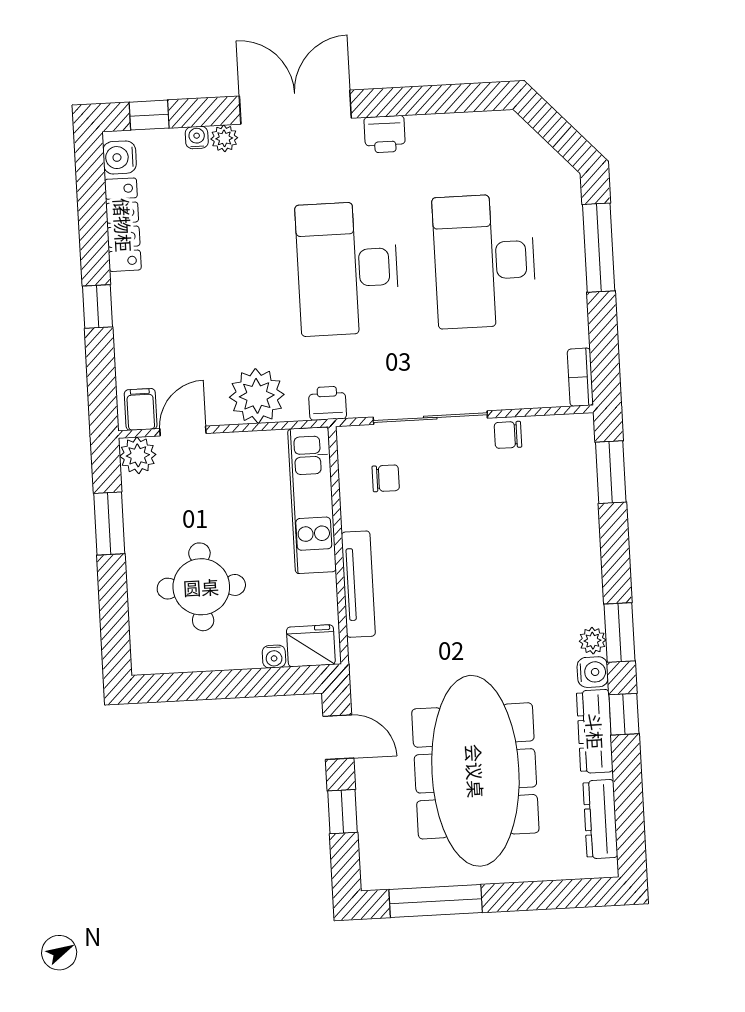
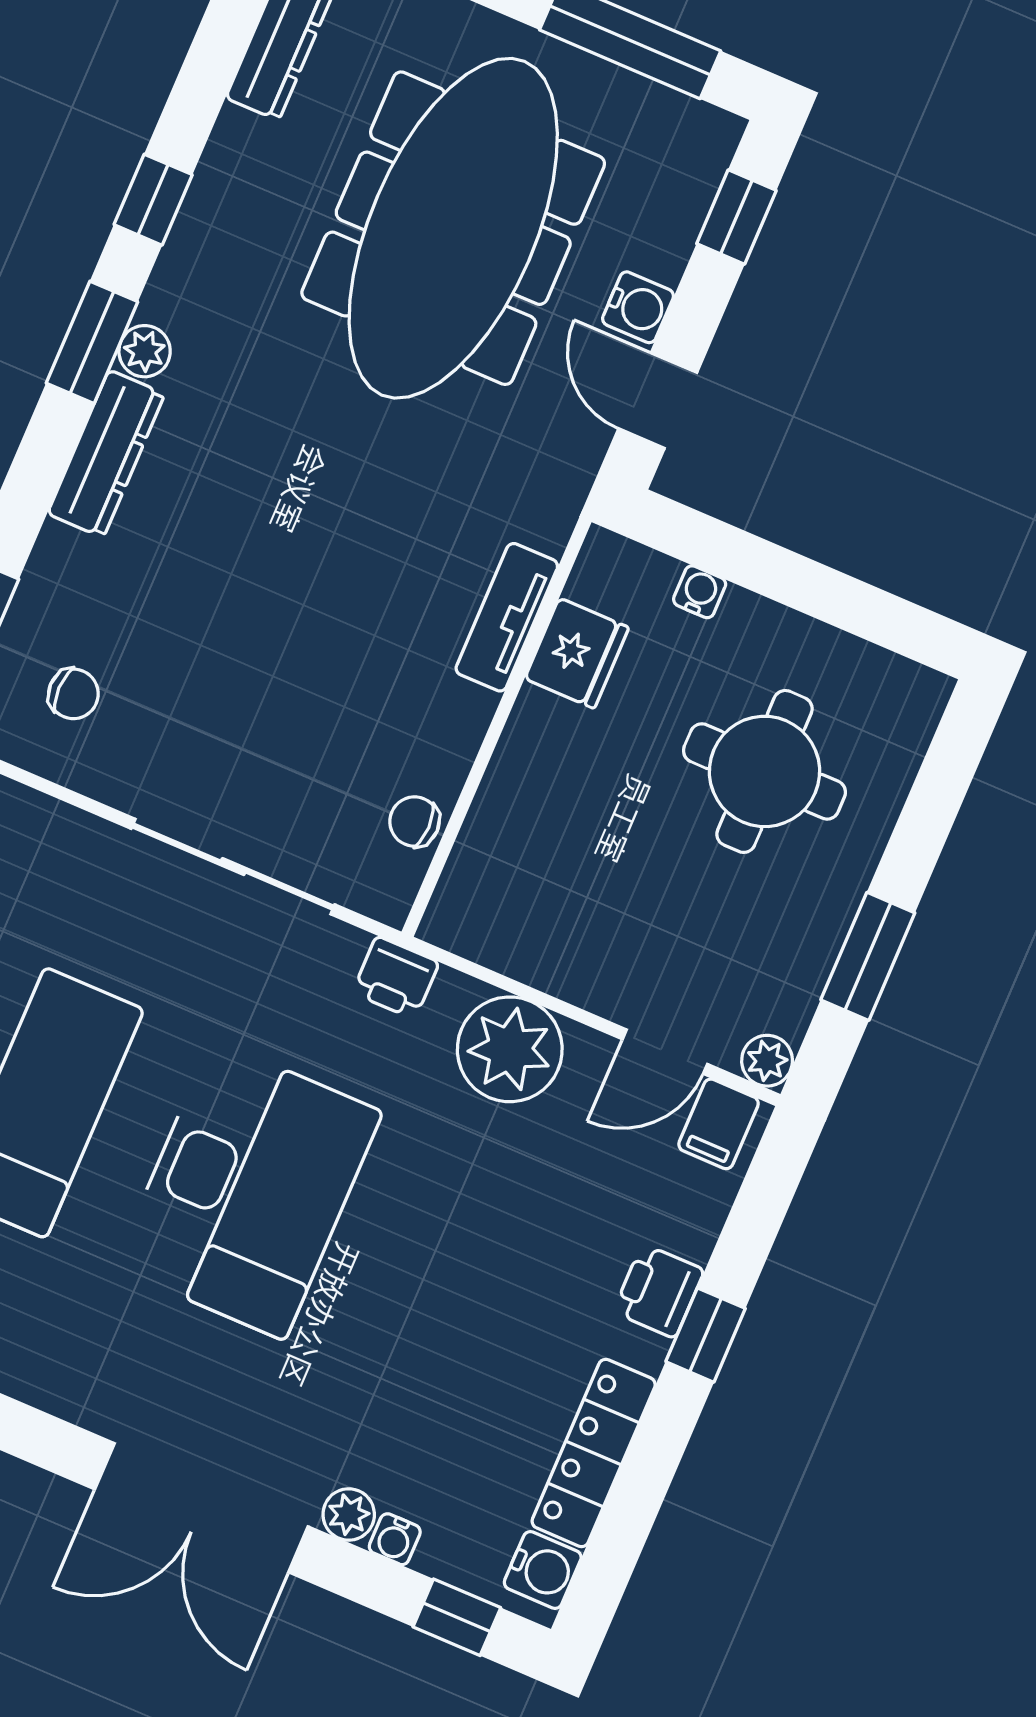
printer: (385, 134) -> (659, 1291), moved, turned -90
chair: (508, 435) -> (73, 694), moved
plant: (138, 455) -> (767, 1061), width x0.73, depth x0.73
chair: (386, 478) -> (414, 821), moved
kitchen unit: (312, 500) -> (504, 826), removed
tv unit: (358, 584) -> (507, 617), width x0.71
fridge: (311, 646) -> (577, 653), moved, turned -90
water cooler: (593, 672) -> (638, 307), moved, turned 180
dresser: (595, 731) -> (106, 454), moved
window: (342, 812) -> (736, 217), moved

